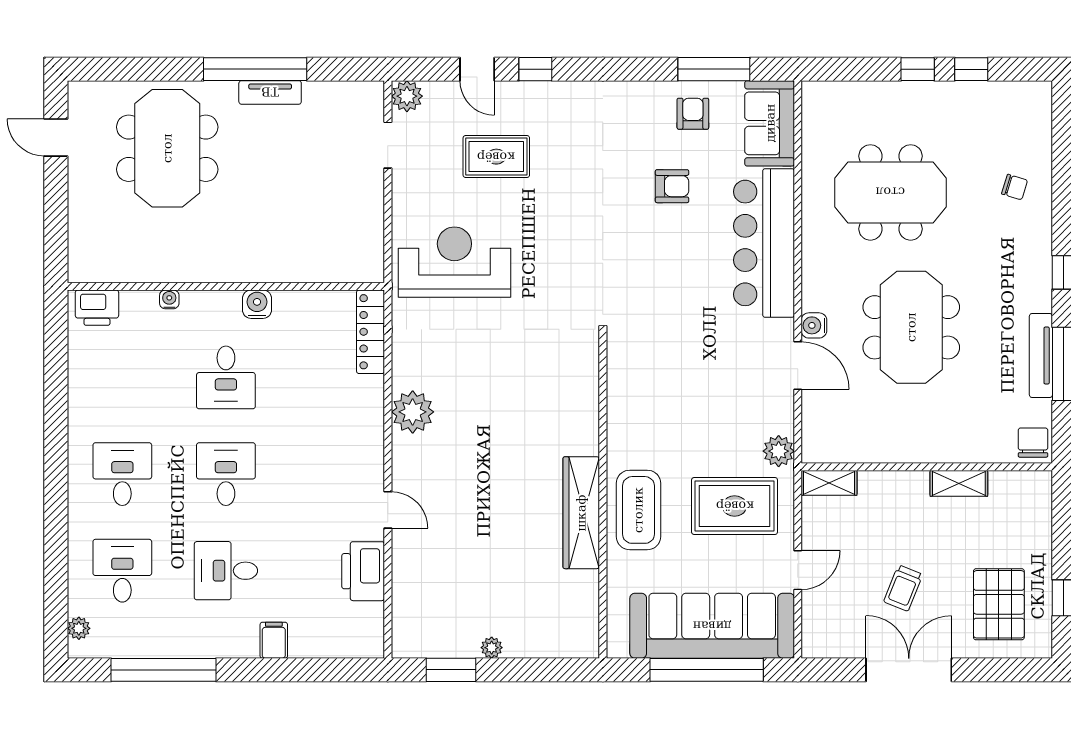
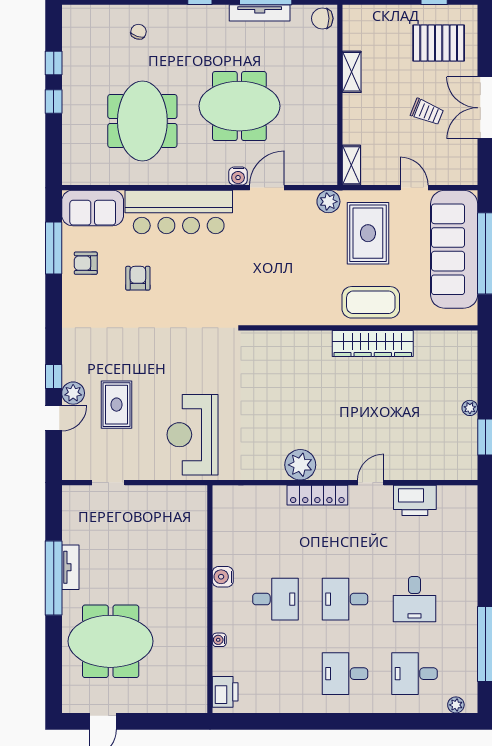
plant: (407, 96) -> (73, 393), moved
locker: (371, 332) -> (317, 495), moved
filing cabinet: (274, 640) -> (464, 565), removed

